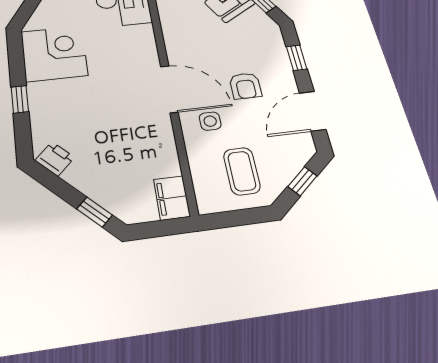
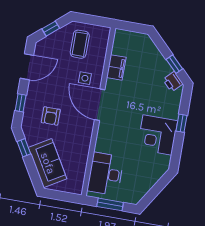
corner desk: (54, 54) -> (157, 135), moved
armchair: (245, 86) -> (51, 116), moved, turned 180
filing cabinet: (172, 198) -> (116, 67), moved
window: (95, 212) -> (174, 64), moved

